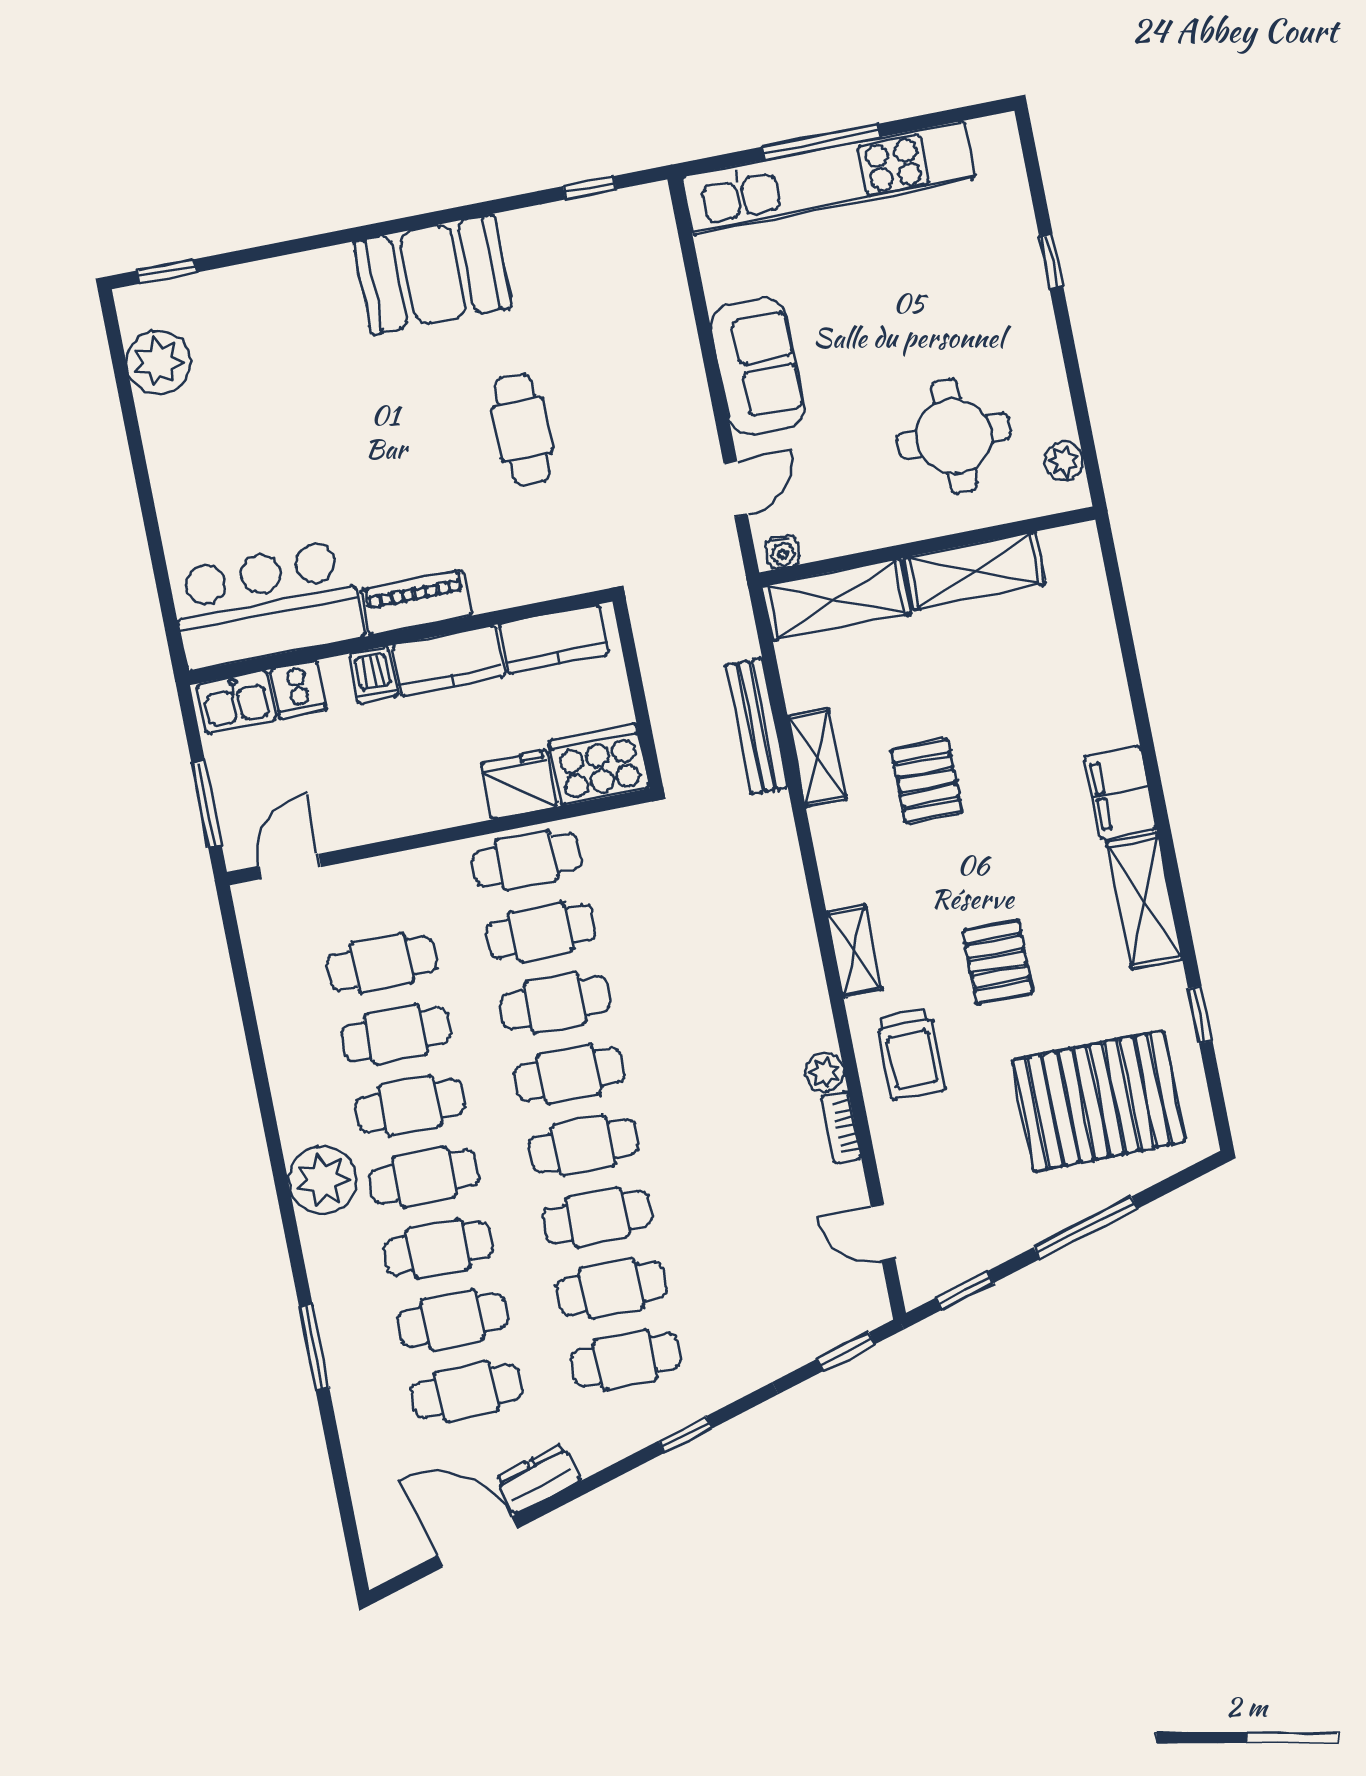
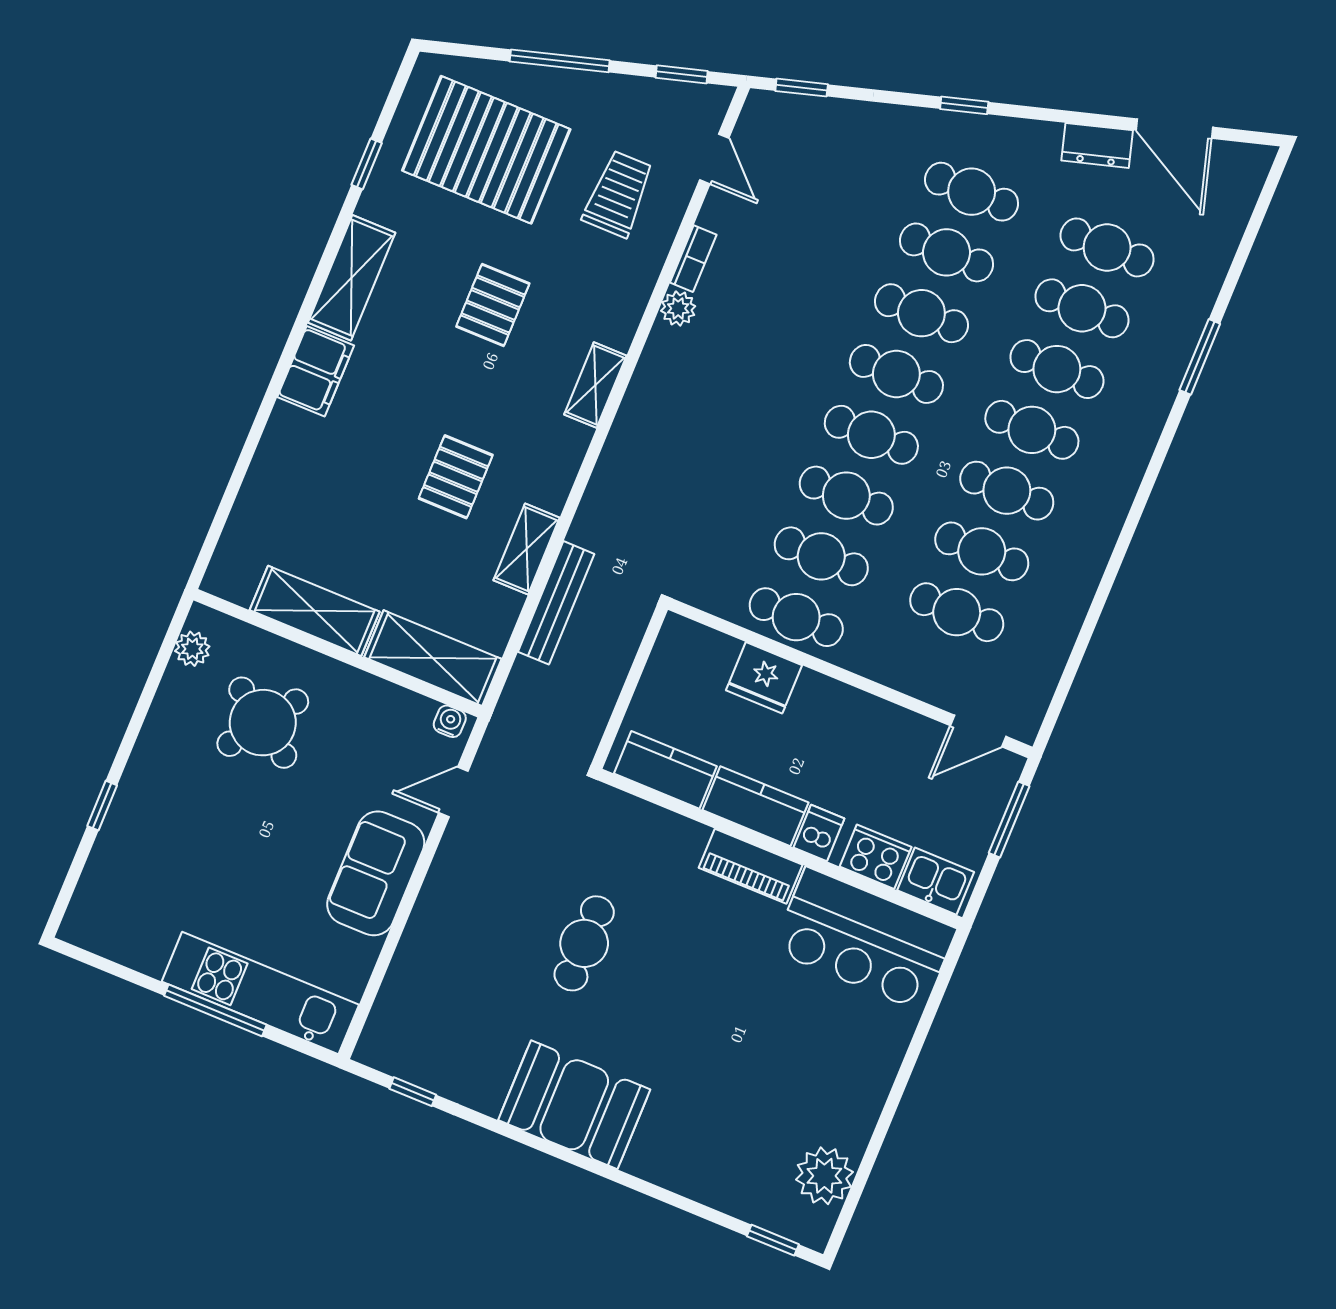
kitchen unit: (828, 178) -> (260, 993), width x0.73
round table: (954, 436) -> (263, 723), turned 35
cooker: (298, 690) -> (876, 857), width x1.36
cooker: (599, 765) -> (694, 653), removed
trolley: (911, 1054) -> (618, 194), moved
plant: (322, 1180) -> (1110, 478), removed

